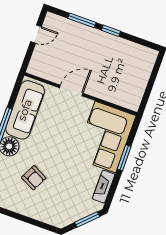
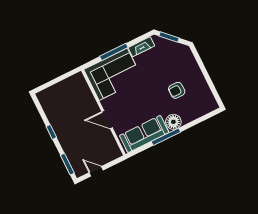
window: (82, 20) -> (67, 164), moved
window: (124, 158) -> (114, 52), width x1.44
armchair: (34, 178) -> (177, 90), turned -117

